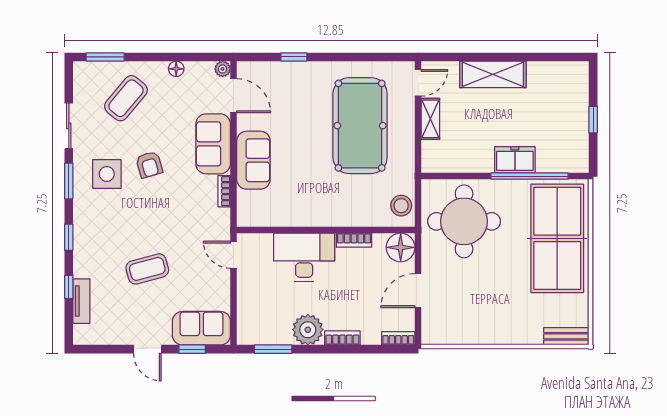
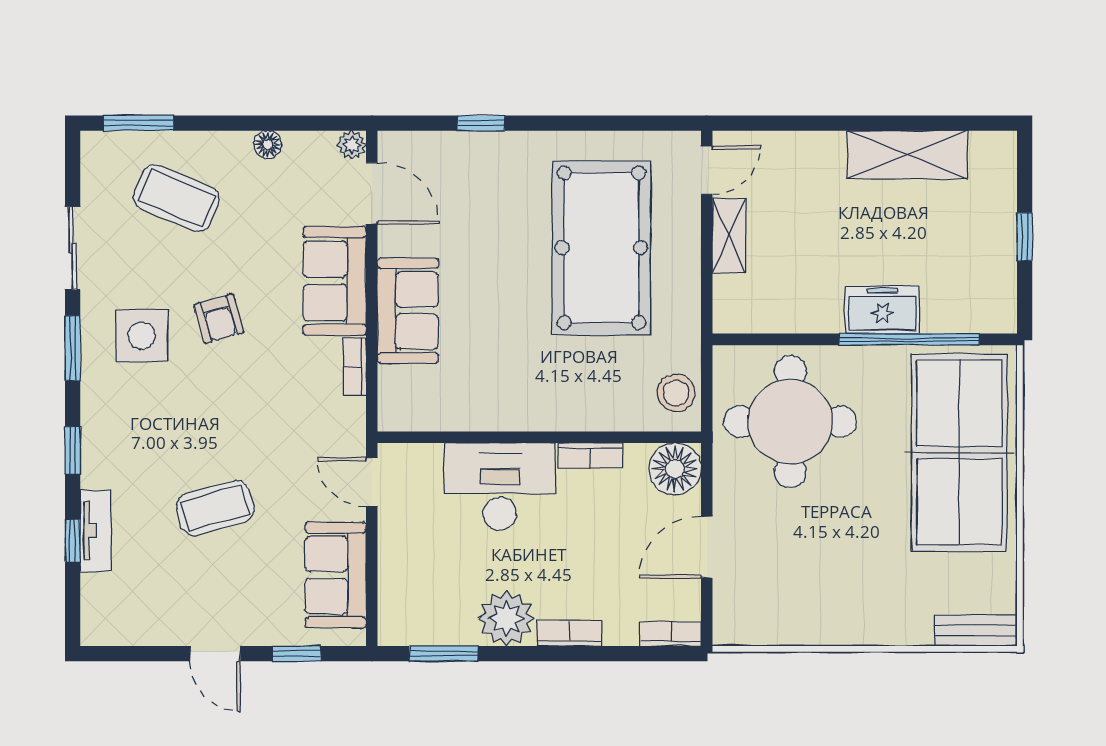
shelving: (493, 74) -> (907, 155), moved
coffee table: (126, 98) -> (176, 198), turned 73
tv unit: (81, 301) -> (96, 531), moved
sofa: (201, 328) -> (336, 575), moved, turned -90

